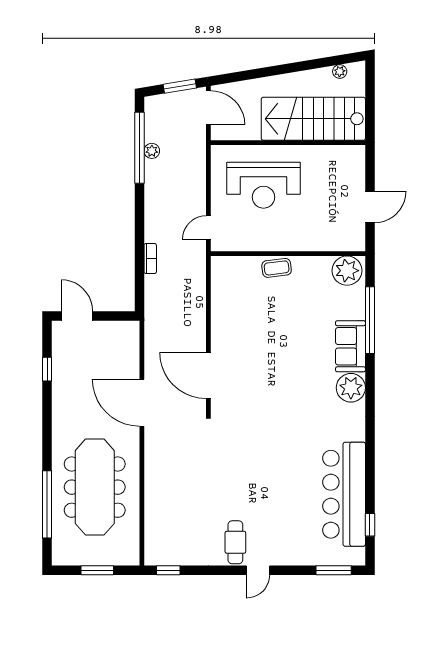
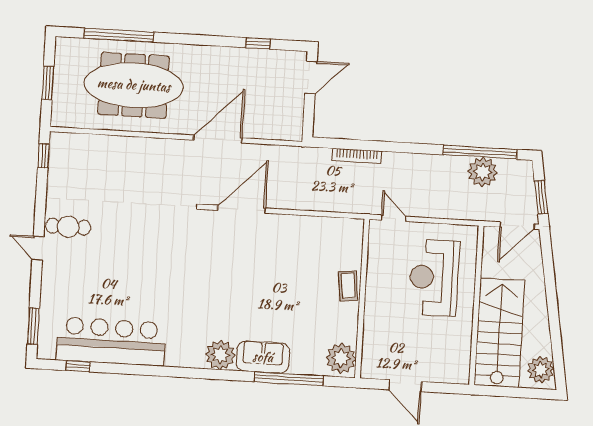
plant: (340, 71) -> (541, 370), width x1.88, depth x1.88
plant: (152, 151) -> (483, 172), width x1.87, depth x1.87
bookcase: (150, 259) -> (357, 156), width x1.56

